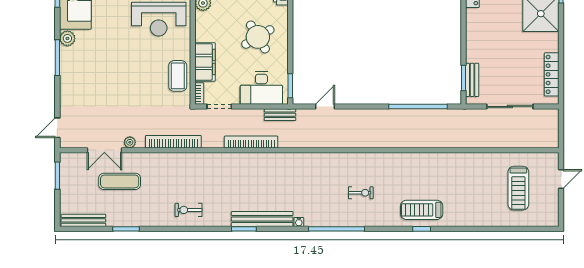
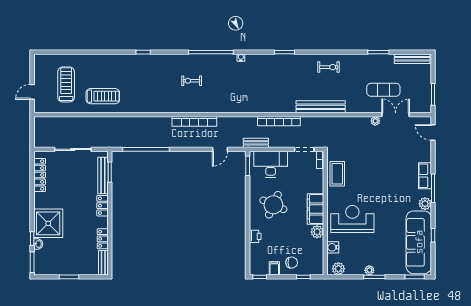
locker: (473, 36) -> (102, 206), added
round table: (258, 37) -> (273, 205), turned -35
filing cabinet: (205, 62) -> (315, 209), moved
row of seats: (67, 73) -> (425, 176), added
bench: (472, 80) -> (103, 175), width x1.36
door: (57, 128) -> (433, 132), swing flipped
bookcase: (173, 142) -> (194, 121), moved
treadmill: (422, 210) -> (103, 96), moved
bench: (262, 219) -> (321, 107), moved

